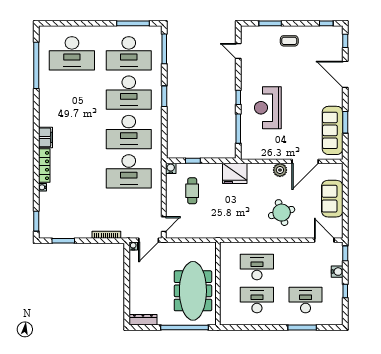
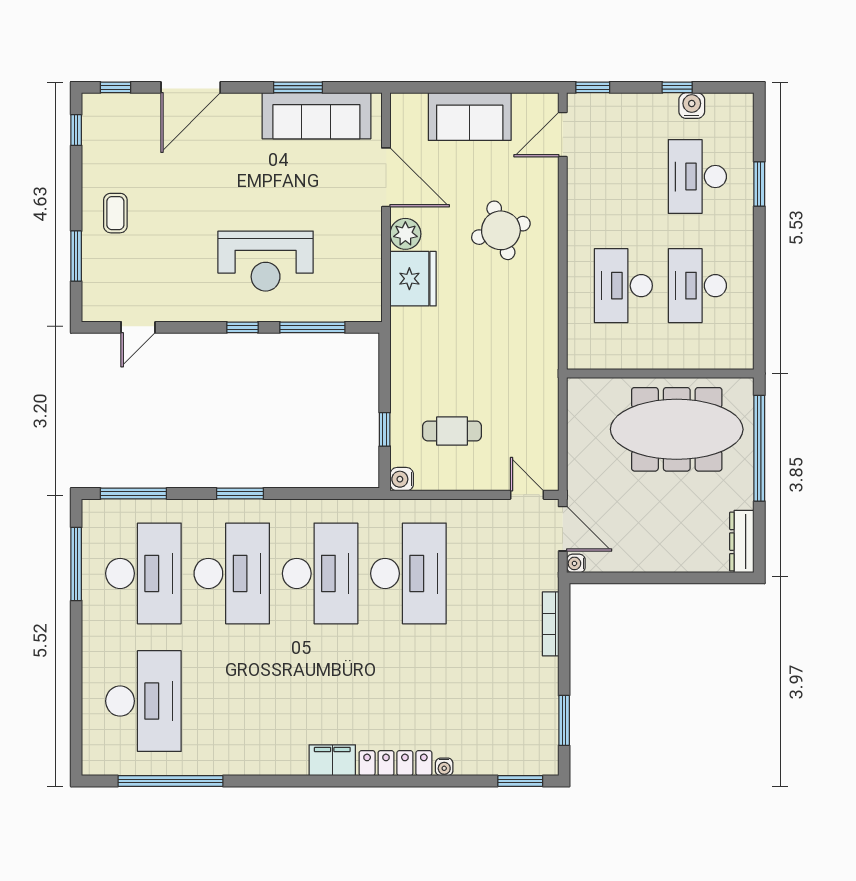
fridge: (235, 173) -> (413, 279), moved
water cooler: (337, 272) -> (692, 106), moved
window: (302, 328) -> (759, 184), width x0.69

